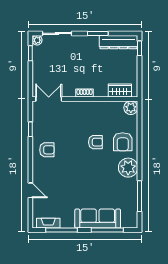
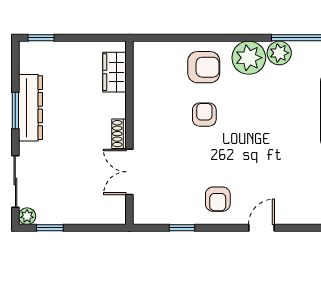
dresser: (119, 42) -> (30, 108), moved
double door: (49, 99) -> (129, 172), moved
plant: (131, 108) -> (279, 53), moved
armchair: (47, 150) -> (218, 199), turned 180
door: (30, 190) -> (261, 228), moved

